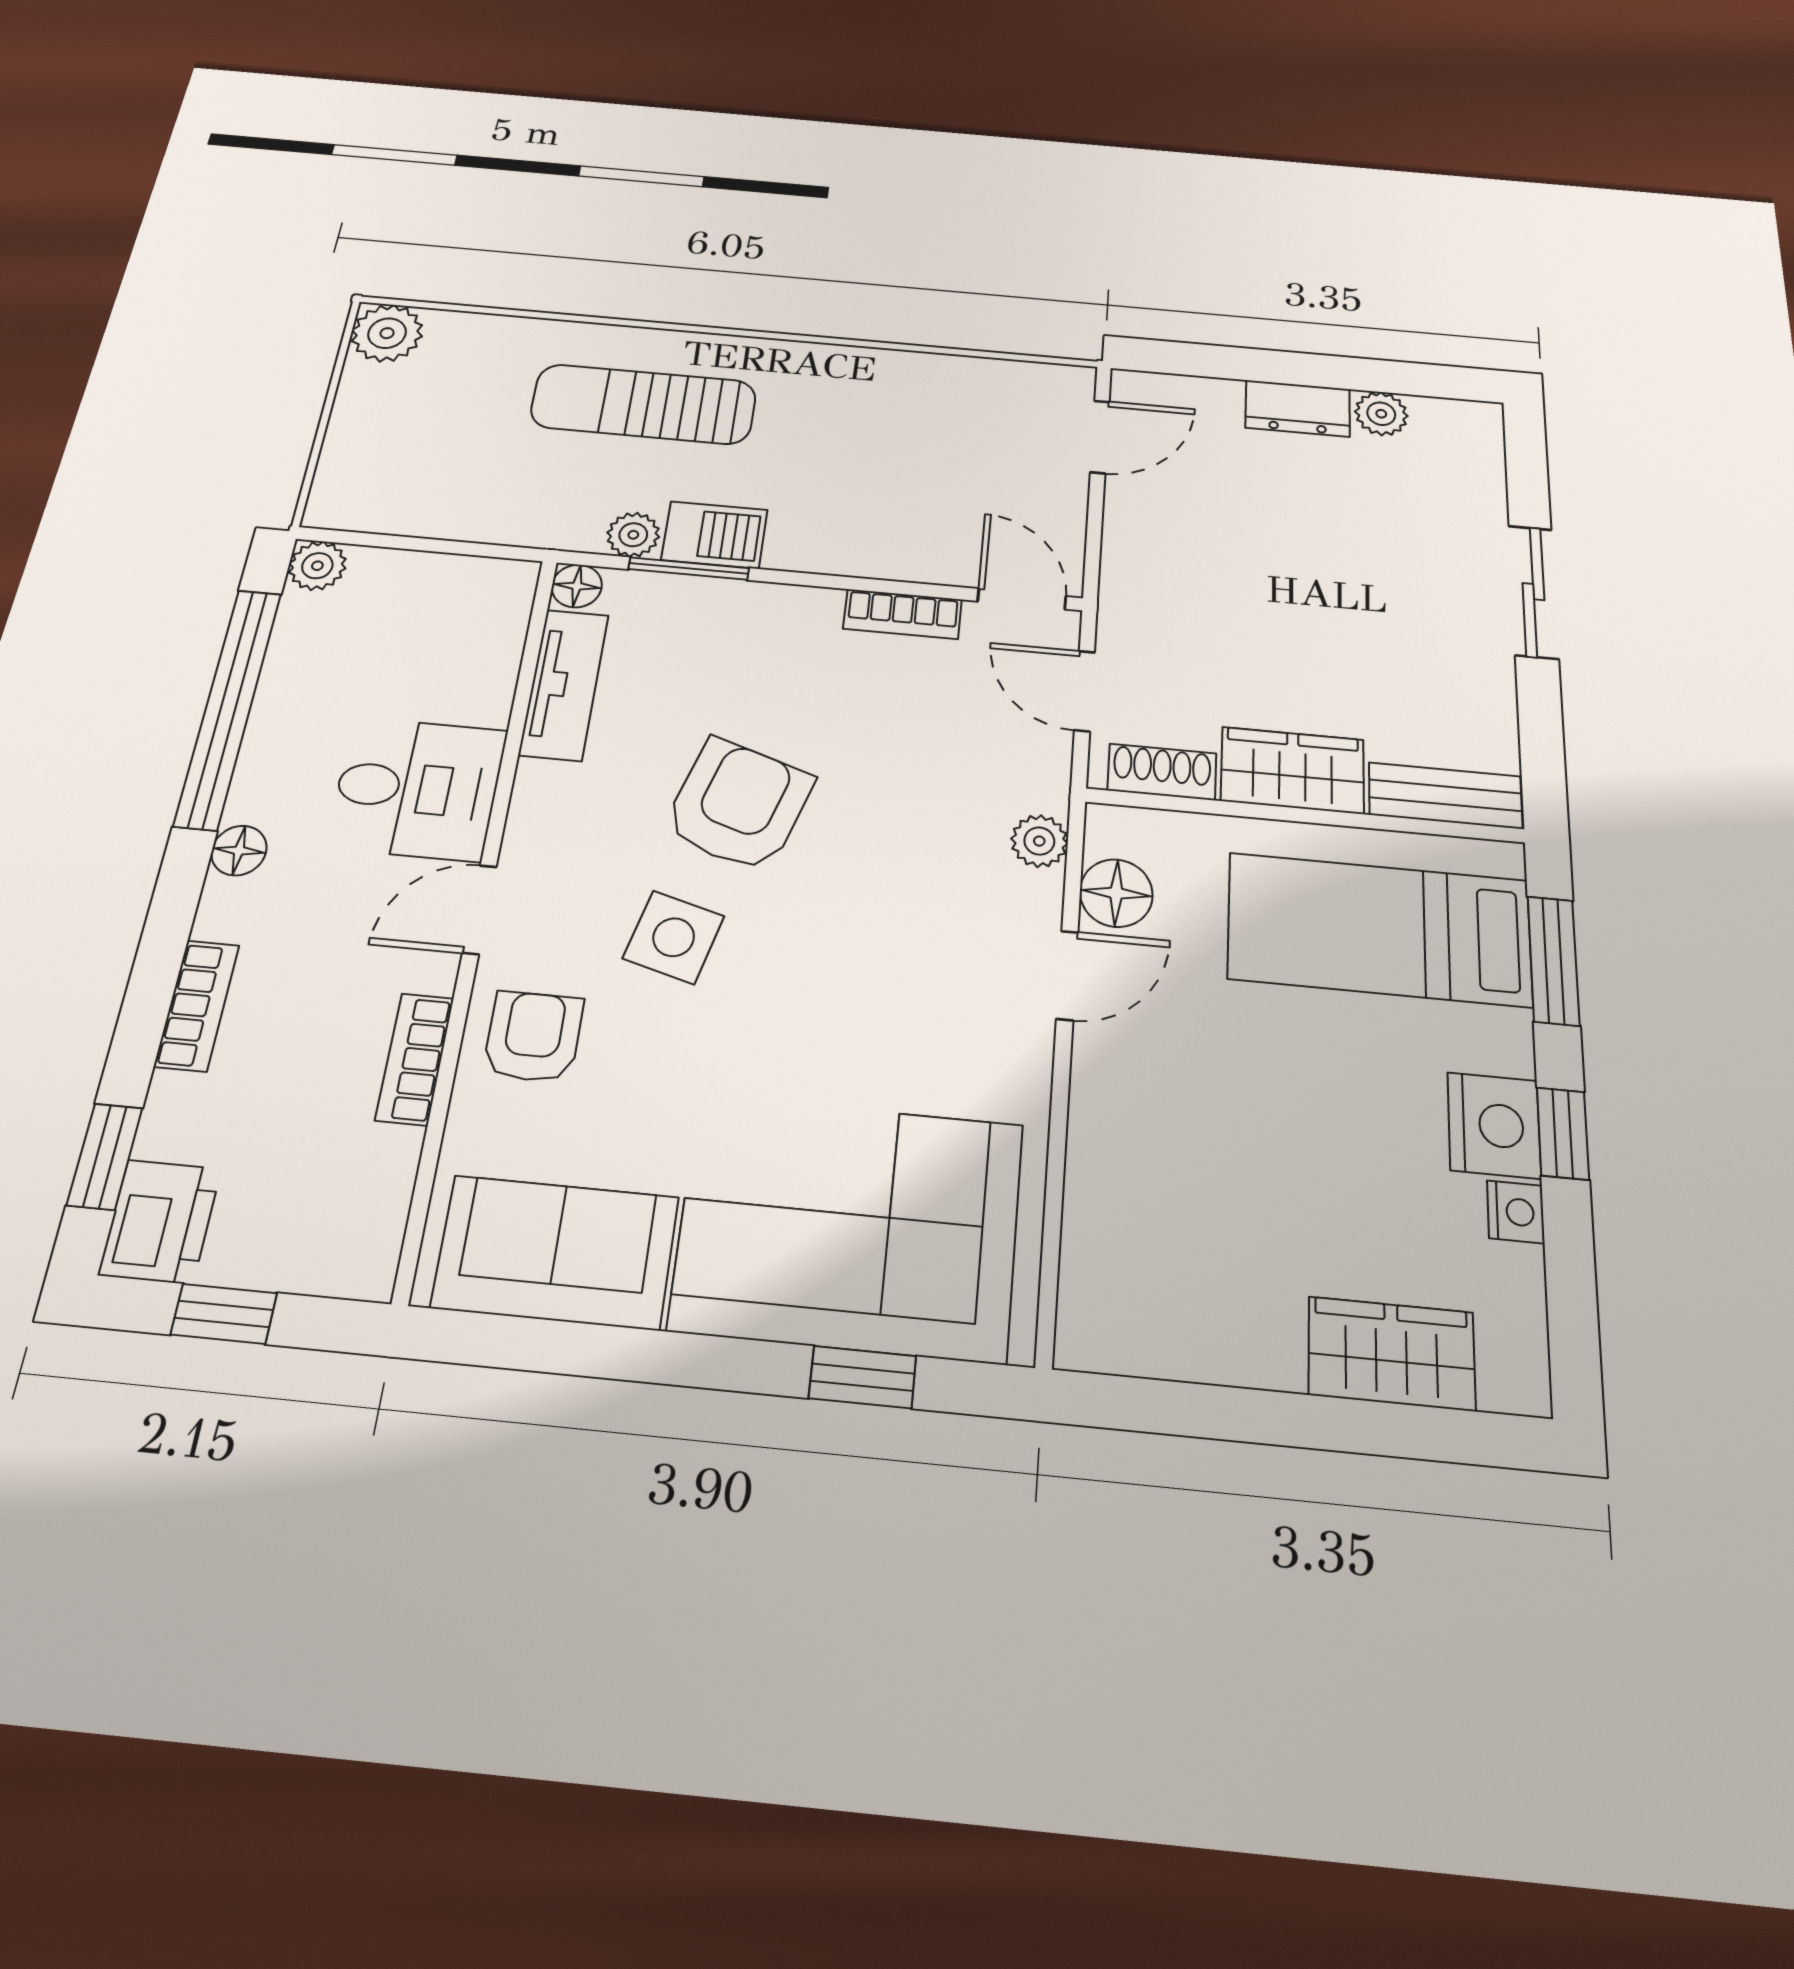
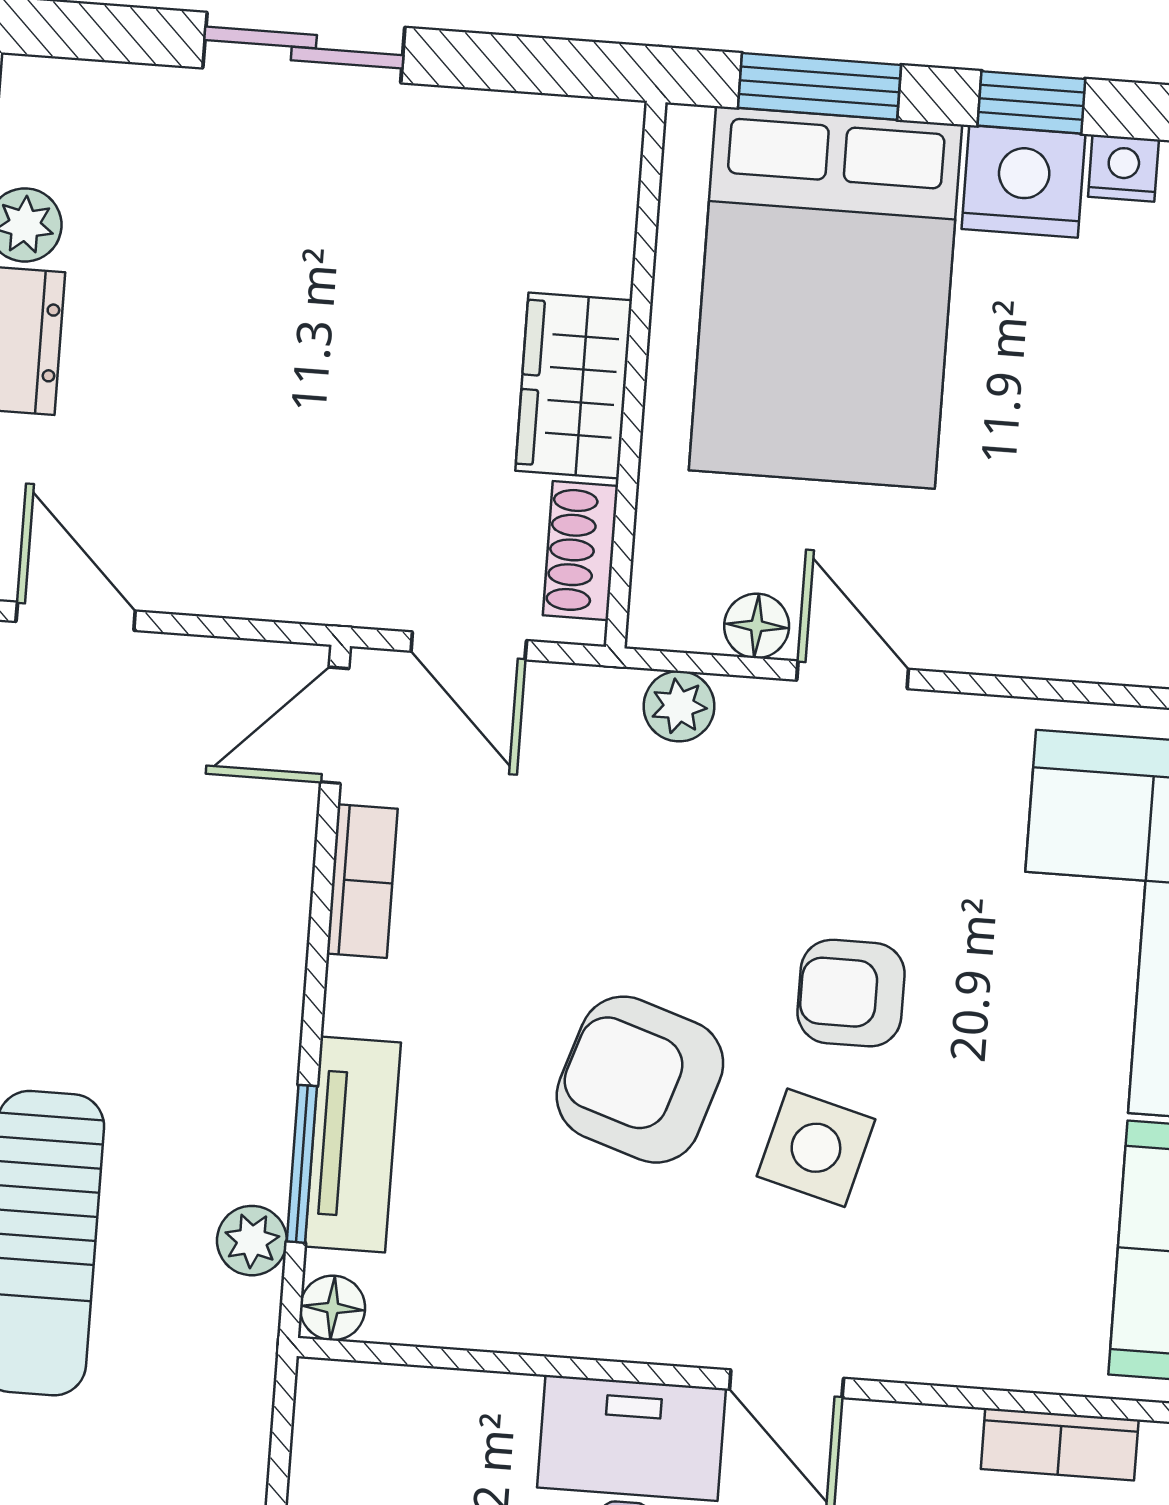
barbecue: (714, 535) -> (249, 1133), removed
tv unit: (564, 684) -> (353, 1145), moved, turned 90
door: (1084, 691) -> (469, 646), hinge flipped
bench: (1445, 795) -> (604, 195), removed
floor lamp: (1116, 893) -> (757, 626), width x0.73, depth x0.73
bed: (1379, 929) -> (825, 298), width x1.50
armchair: (533, 1037) -> (851, 993), moved
bookcase: (415, 1059) -> (1060, 1444), moved

